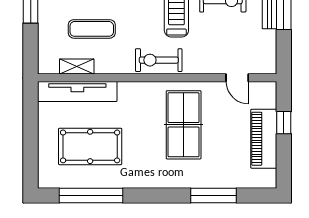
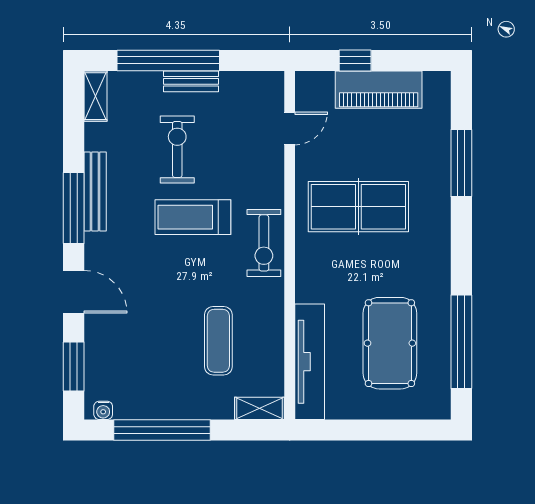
shelving: (77, 66) -> (260, 408), moved, turned 90

